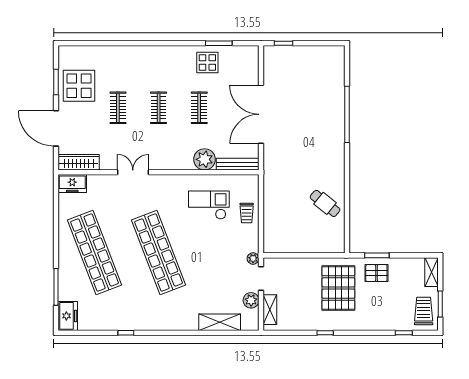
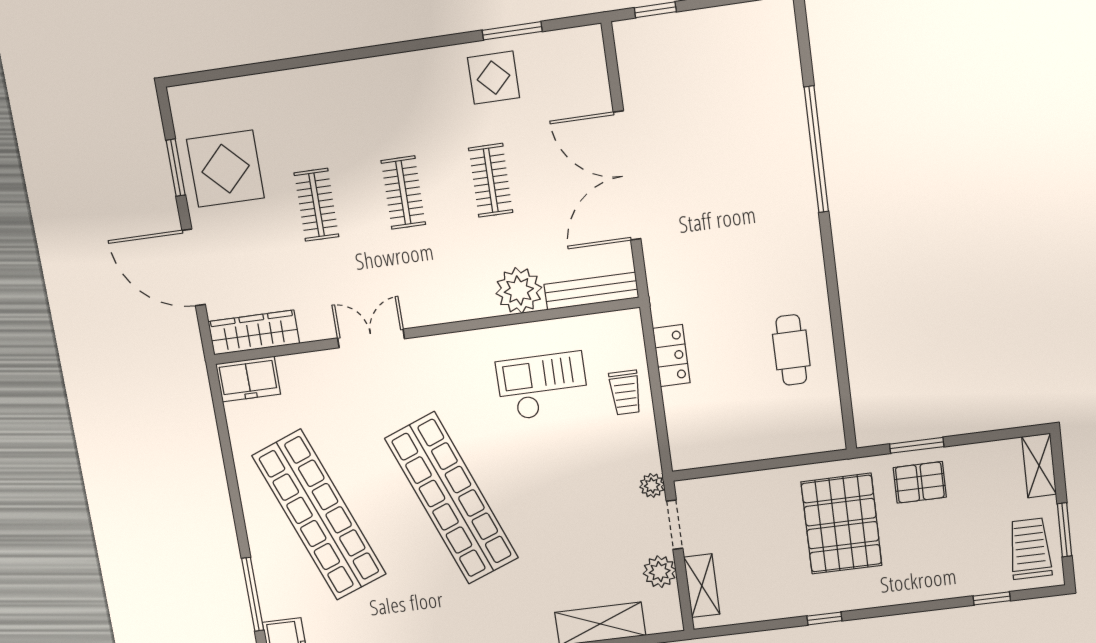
locker: (270, 199) -> (671, 356), added
cafe table: (325, 203) -> (791, 350), turned 51

